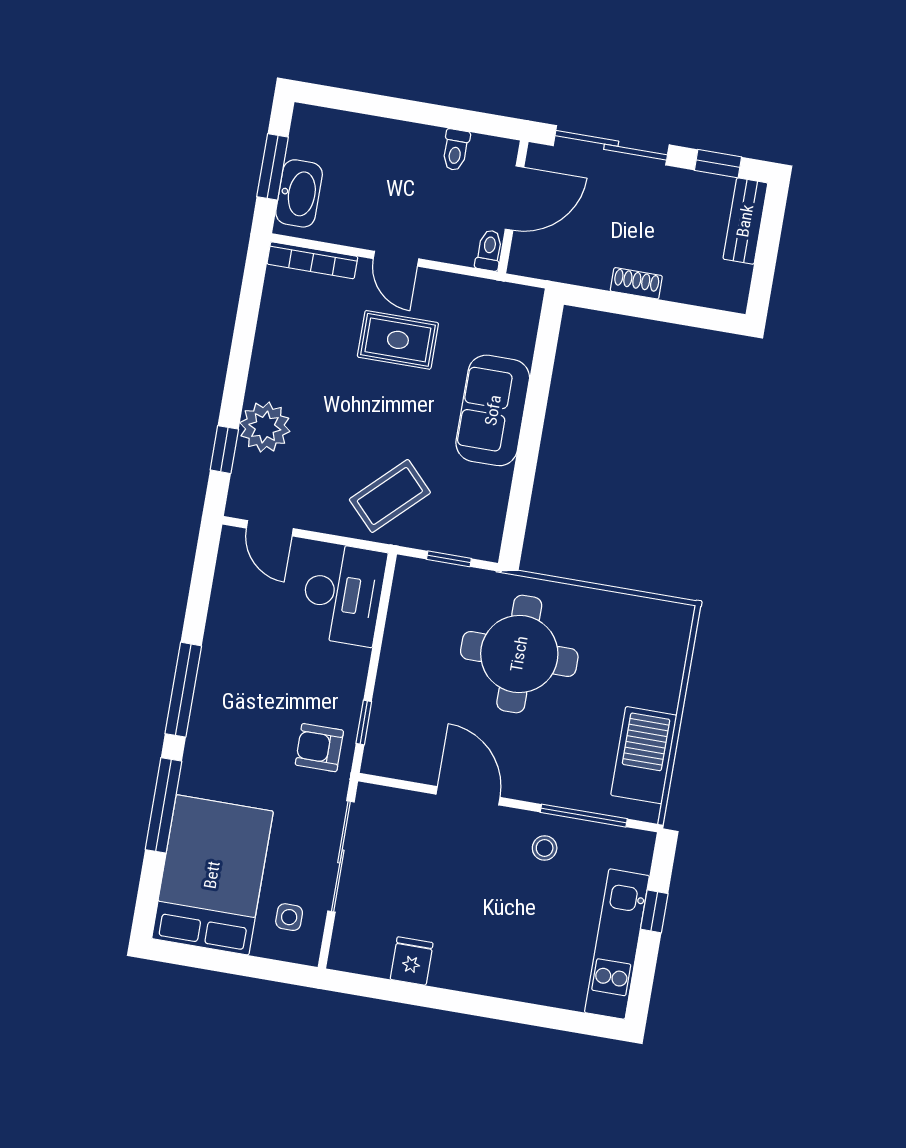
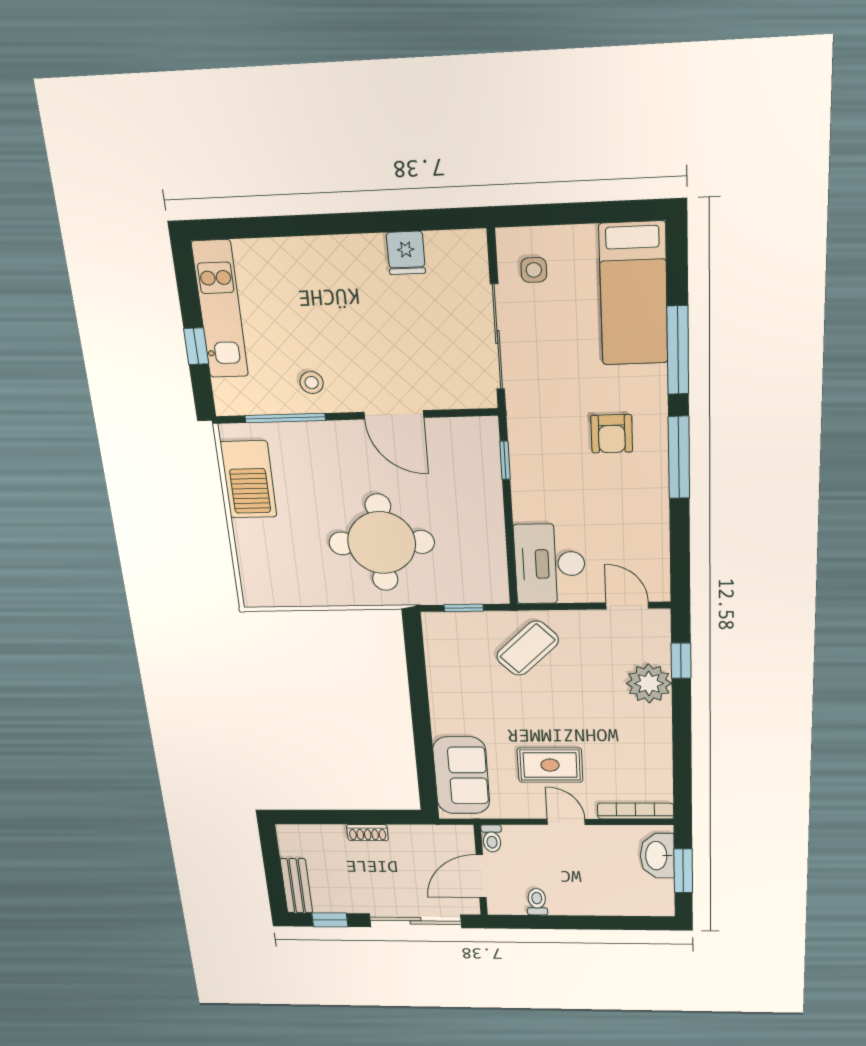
sofa: (493, 410) -> (461, 775), moved
armchair: (319, 748) -> (612, 434), moved, turned 90
bed: (212, 875) -> (634, 294), width x0.67

